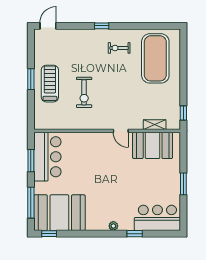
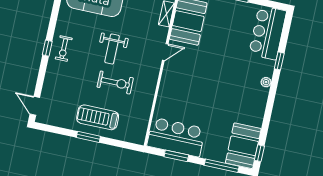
exercise bike: (119, 48) -> (64, 49), moved
weight bench: (113, 83) -> (112, 49), added
booth: (59, 213) -> (243, 146), width x0.73, depth x0.70

